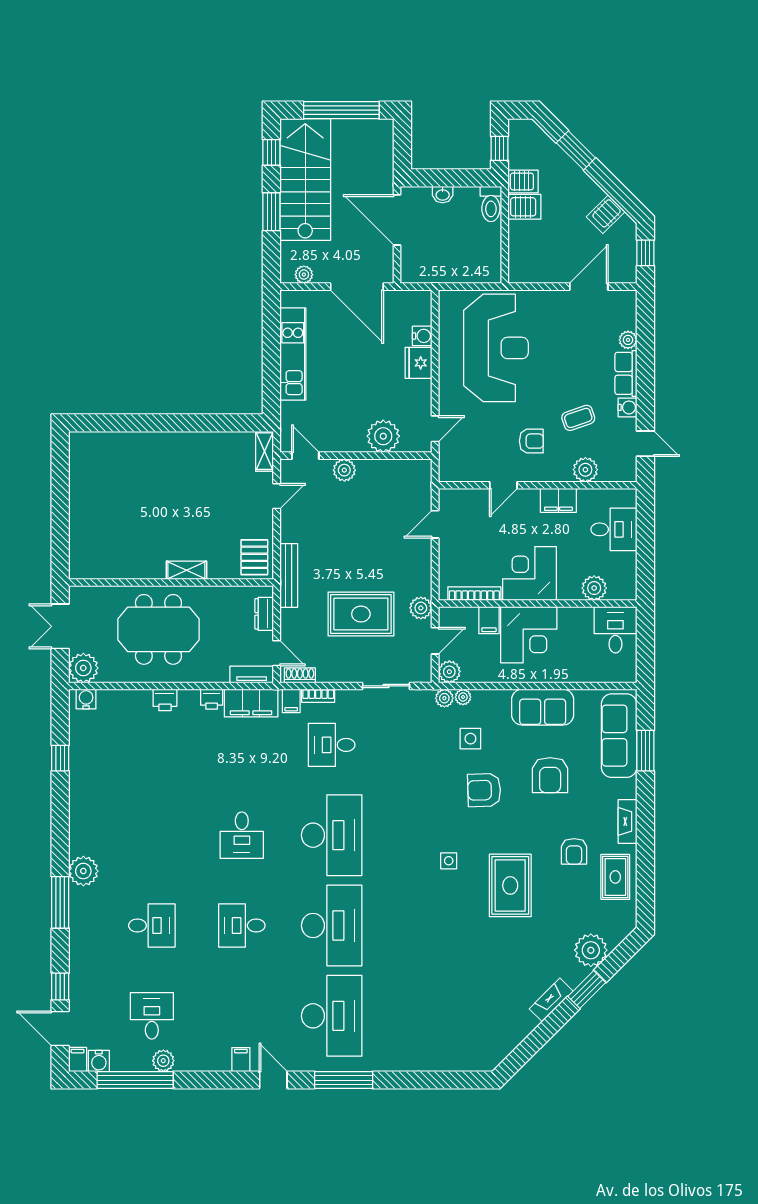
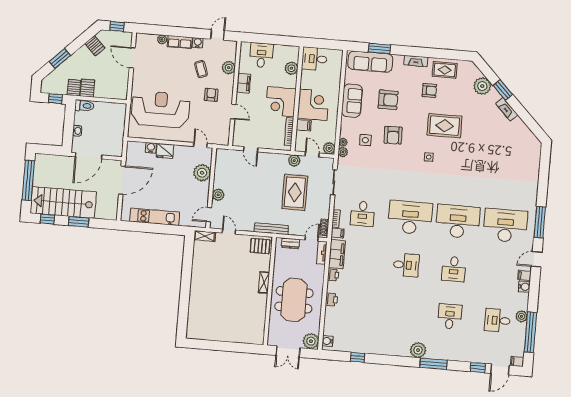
plant: (304, 275) -> (113, 207), removed
water cooler: (99, 1061) -> (524, 287), moved

